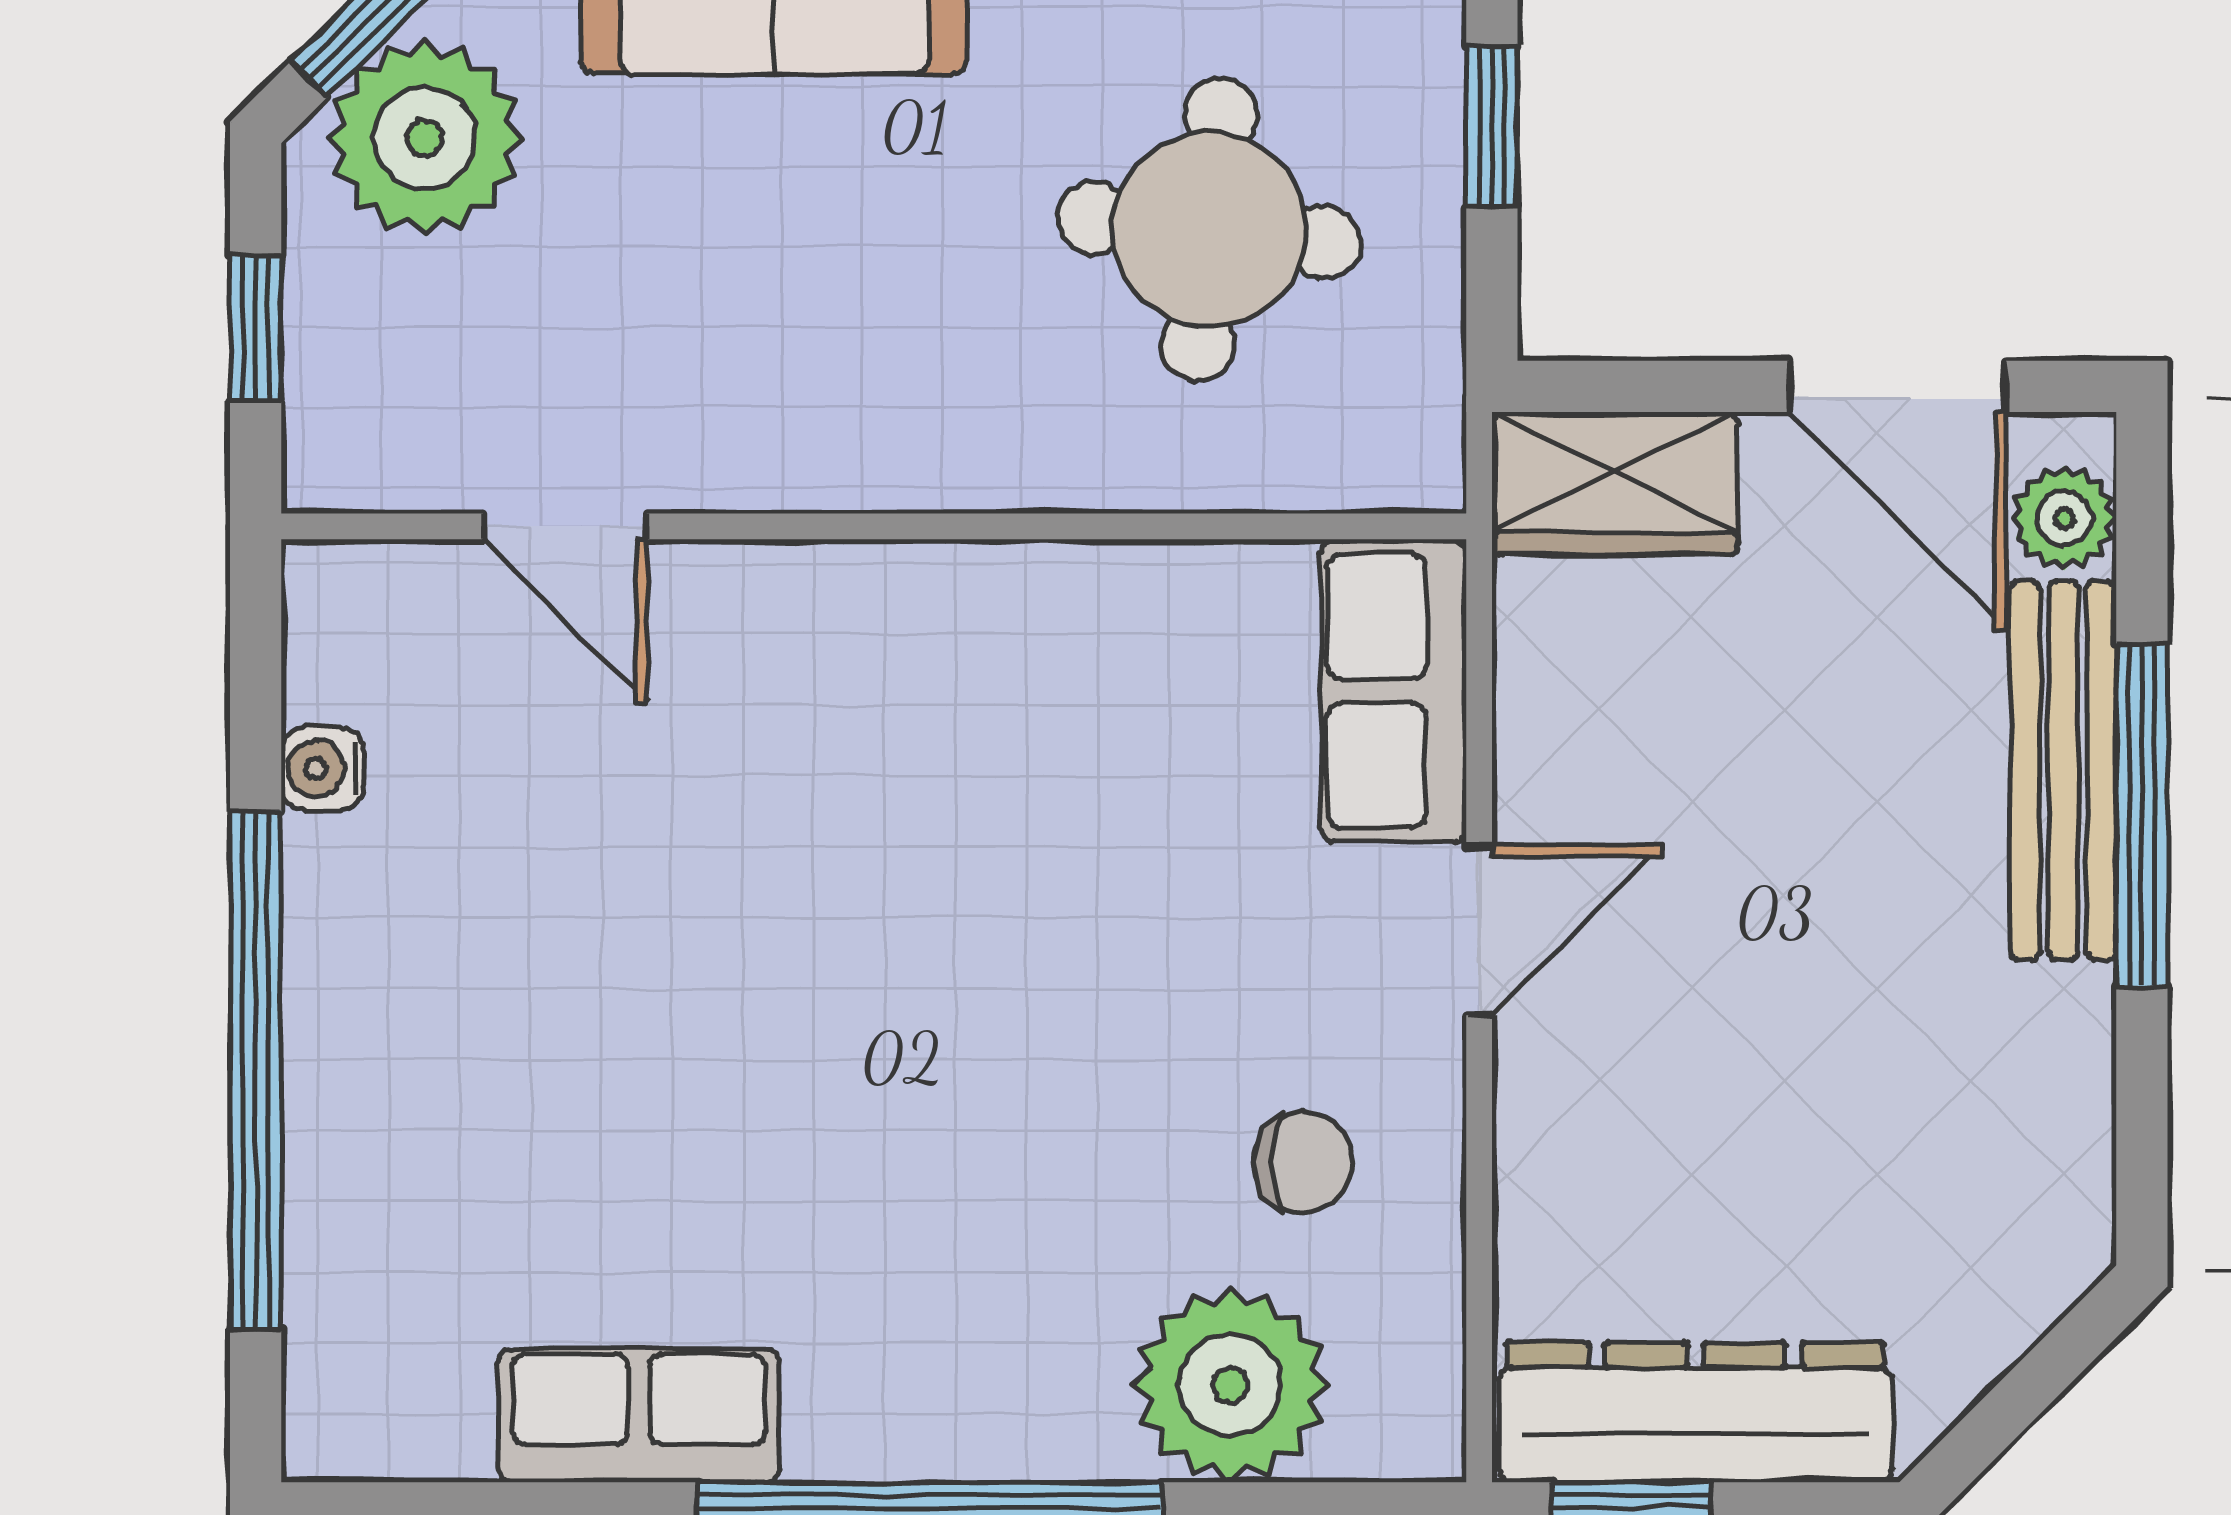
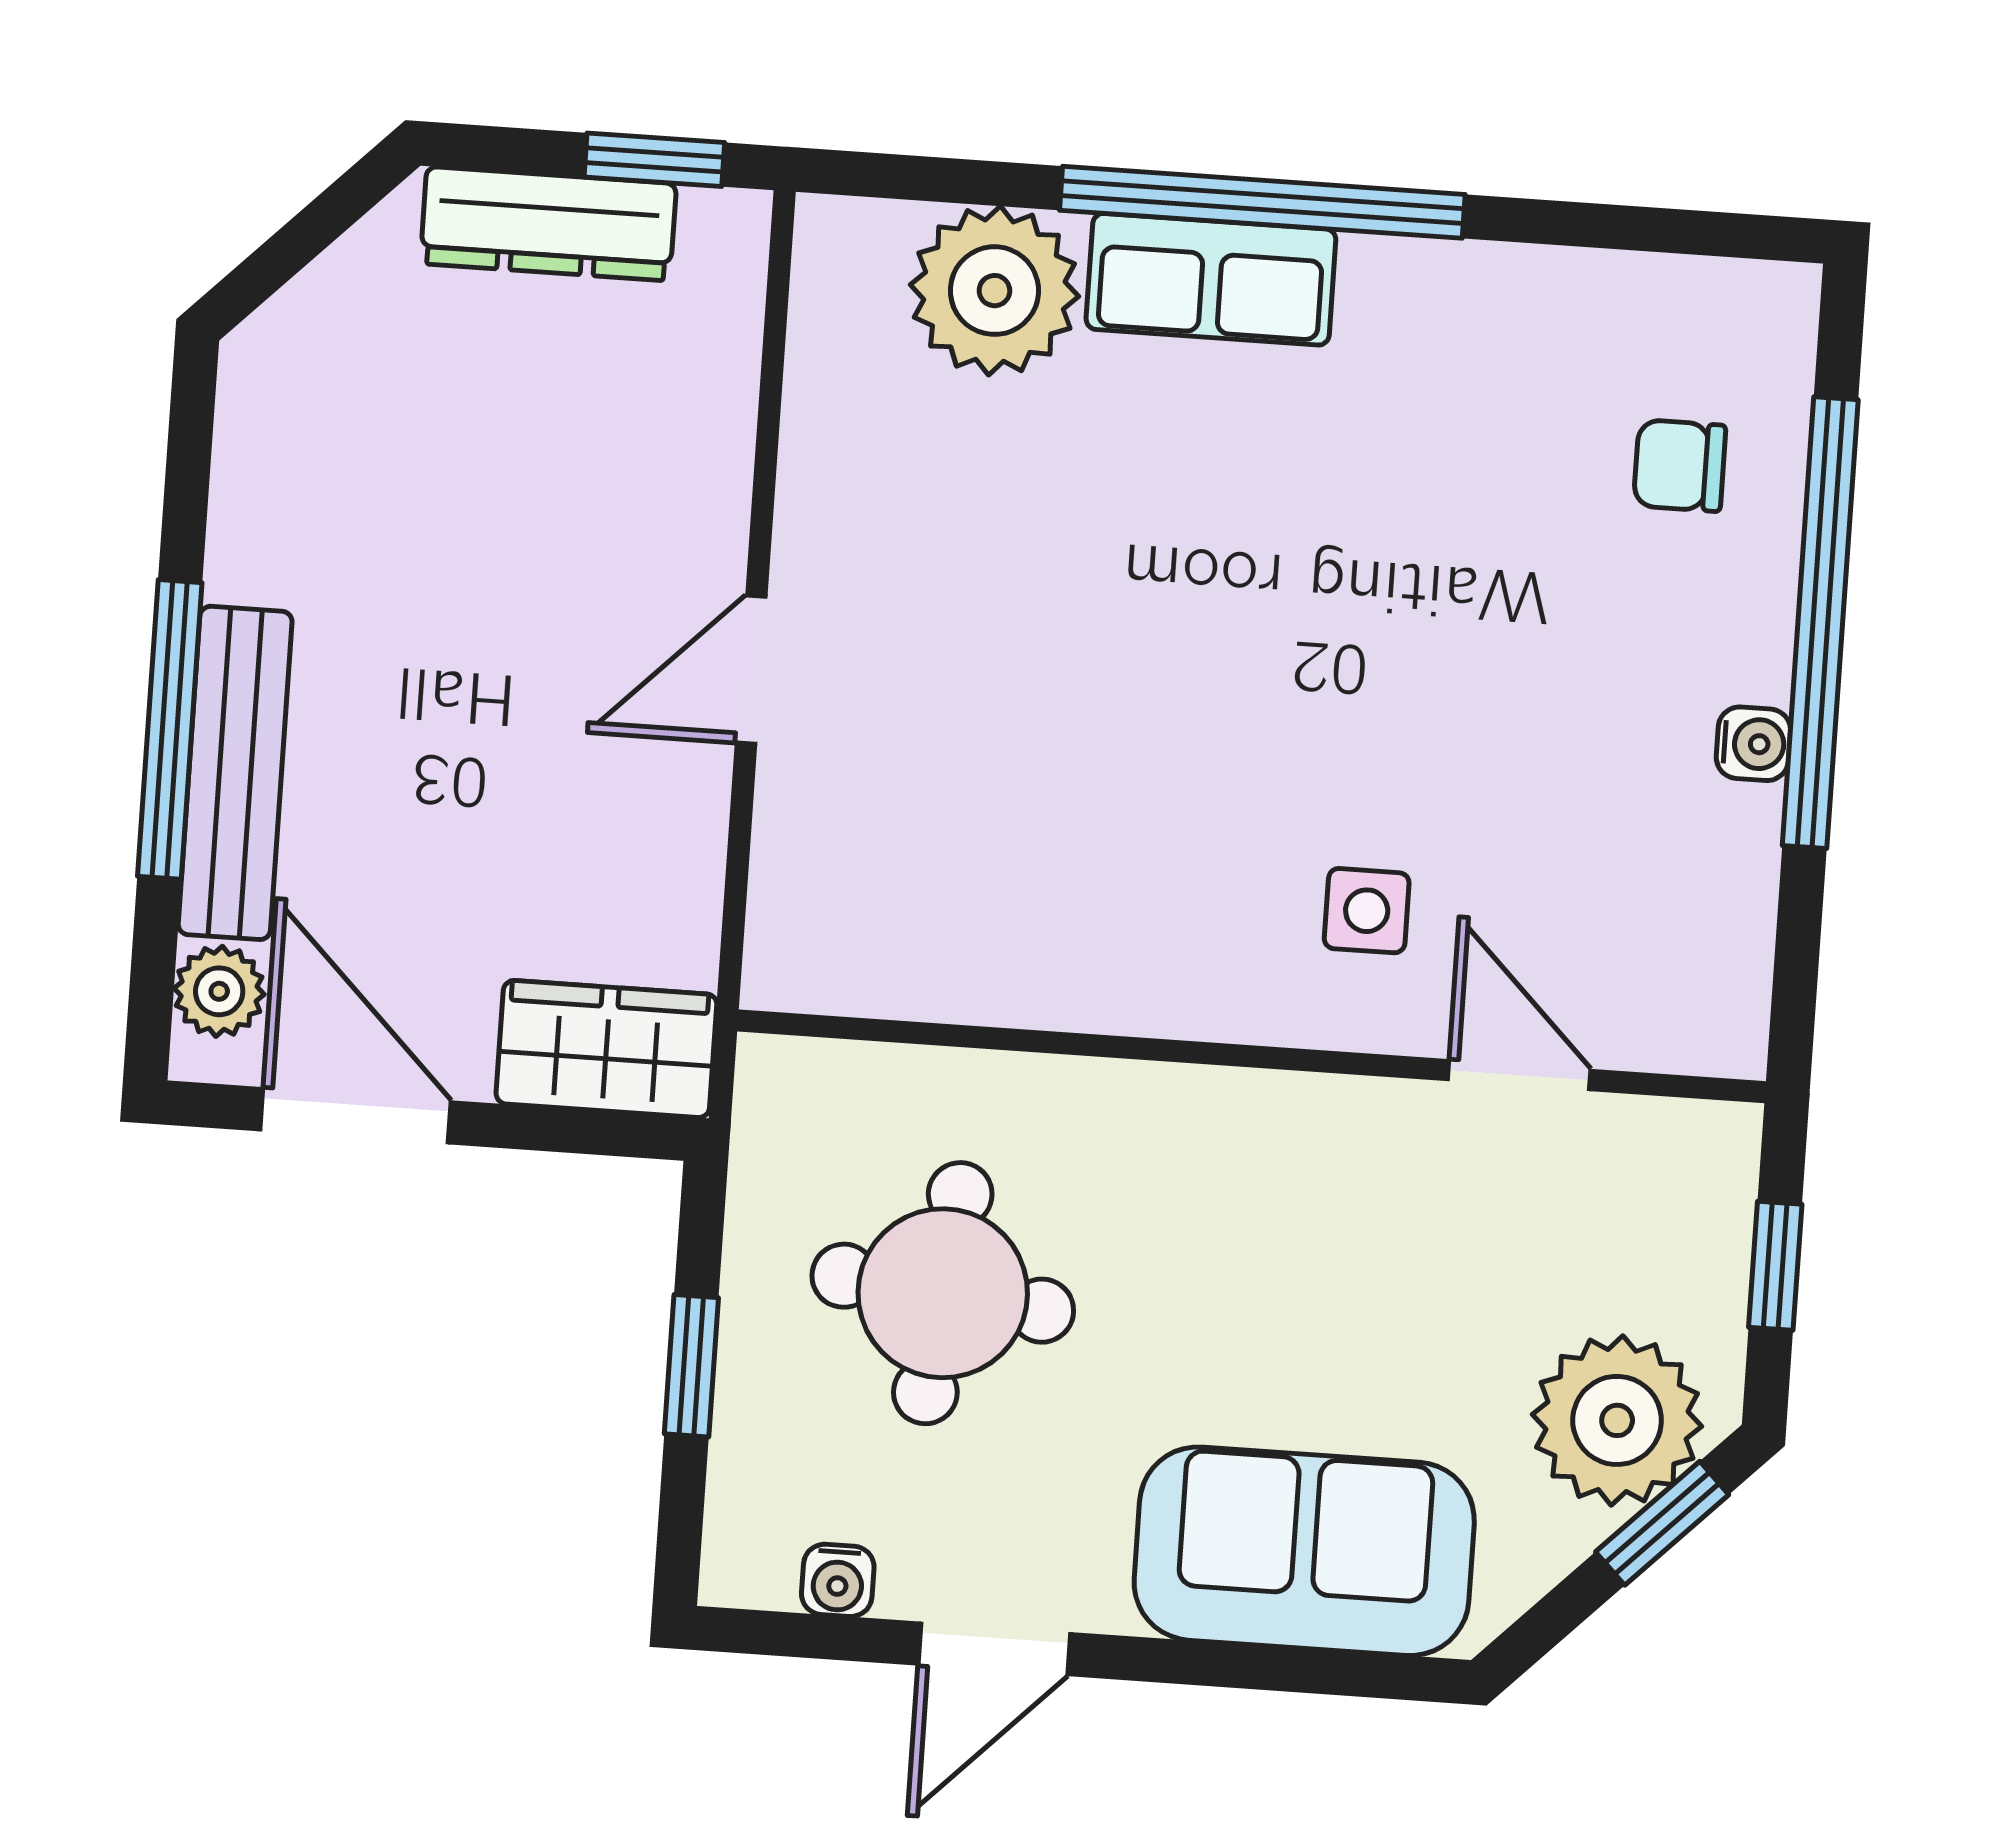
row of seats: (1394, 691) -> (811, 882), removed
side table: (753, 703) -> (1367, 911), added
water cooler: (323, 769) -> (1753, 744), moved
chair: (1303, 1162) -> (1680, 466), moved
dresser: (1695, 1412) -> (548, 224), width x0.73, depth x0.80
row of seats: (639, 1415) -> (1211, 279), moved

